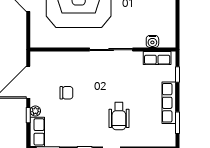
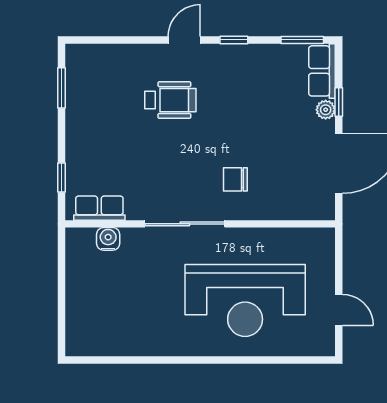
chair: (66, 93) -> (235, 179), moved
row of seats: (169, 103) -> (78, 125), removed
wheelchair: (119, 116) -> (170, 100), turned 90

